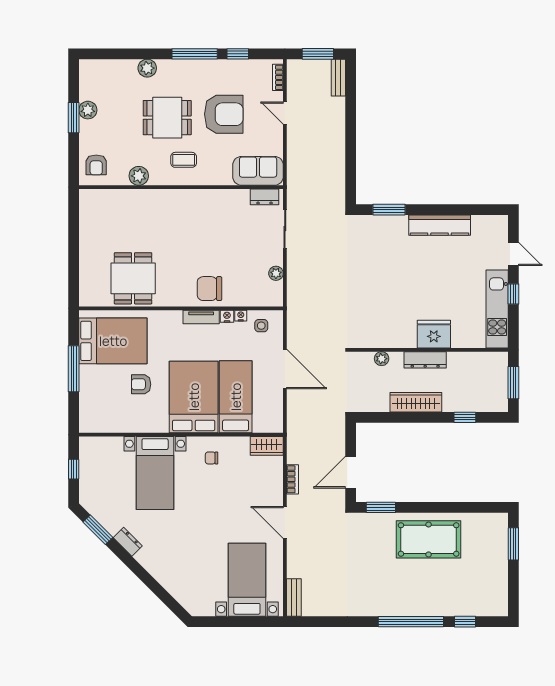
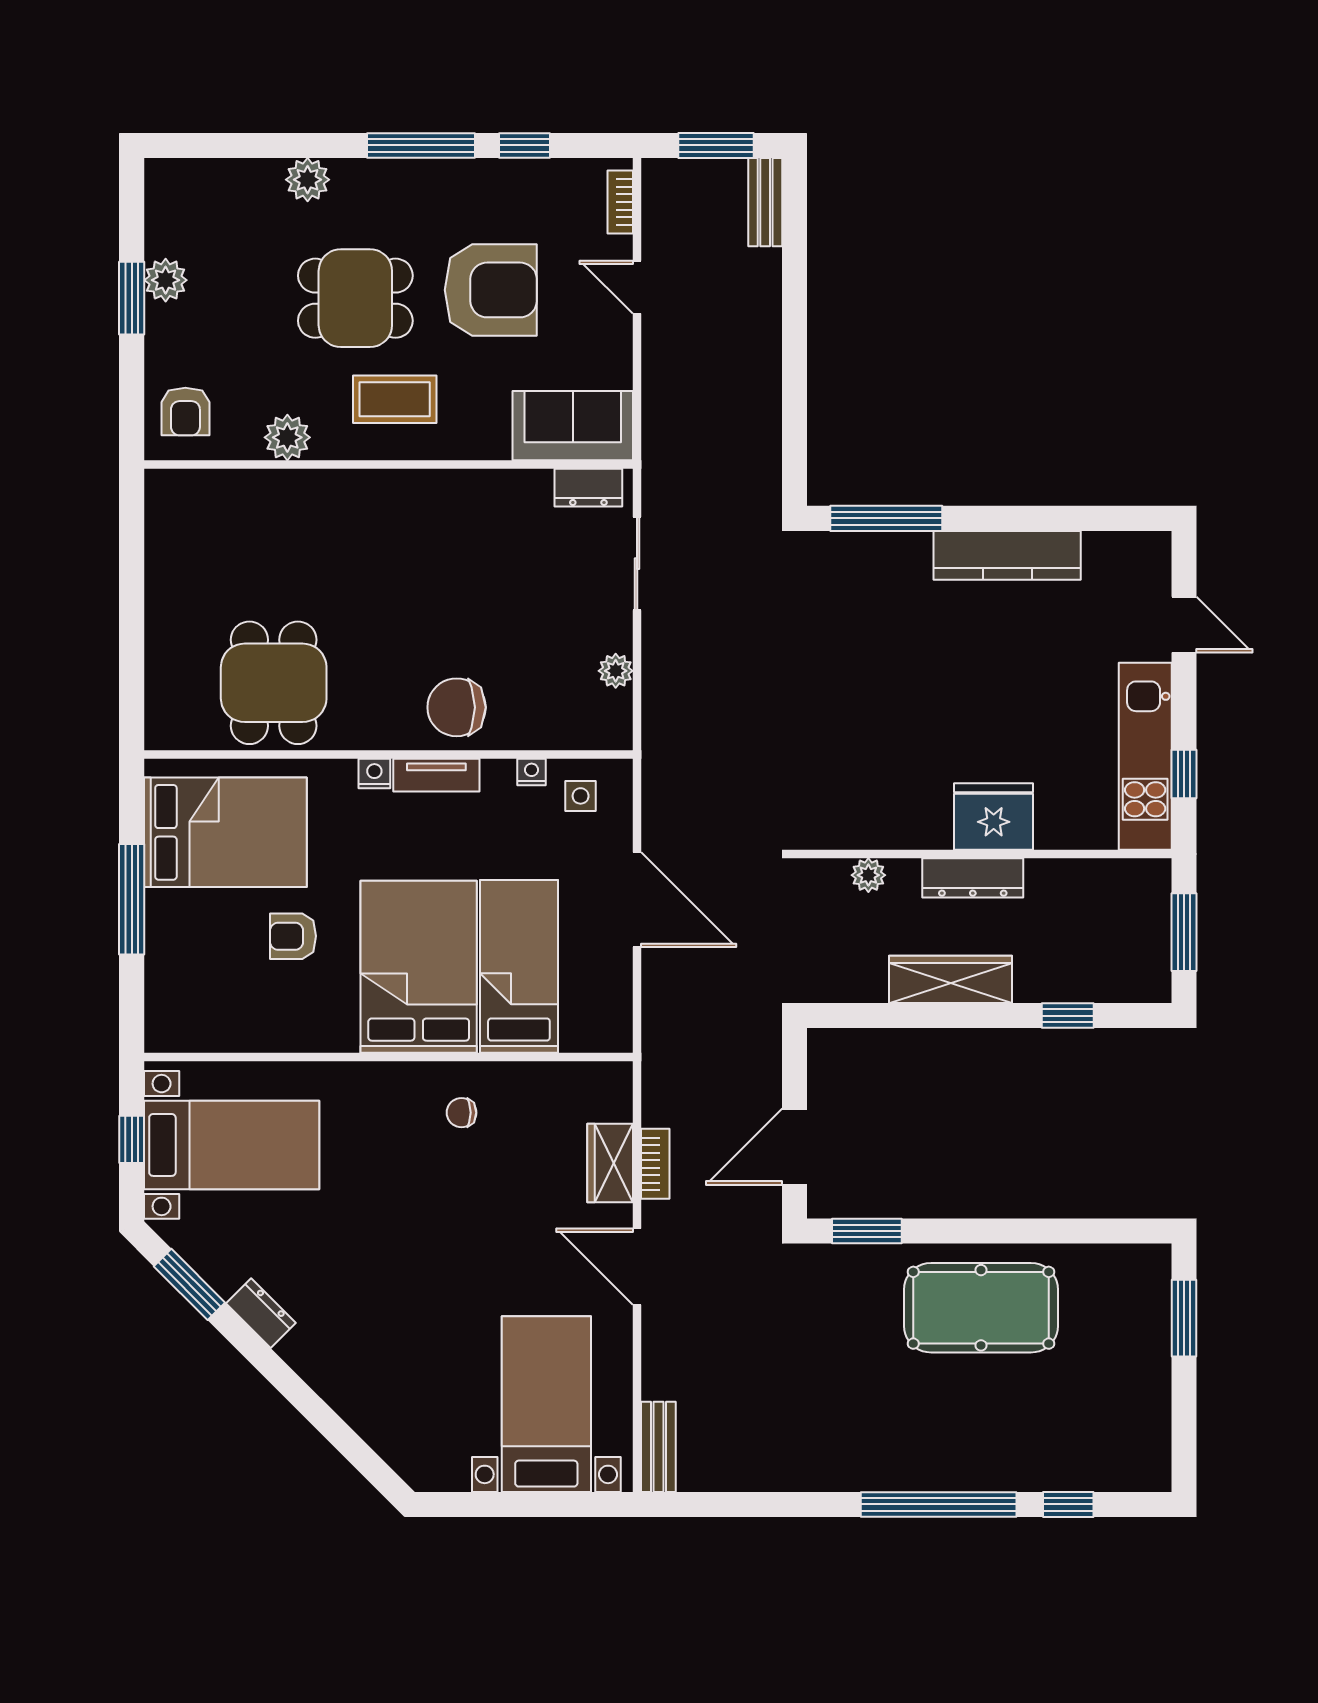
coffee table: (184, 160) -> (395, 399), width x1.36, depth x1.30
window: (389, 210) -> (886, 518), width x1.44
window: (513, 294) -> (1184, 774), moved
nightstand: (227, 316) -> (374, 773), moved
wardrobe: (267, 446) -> (610, 1163), moved, turned 90
bed with nightstands: (155, 473) -> (232, 1145), moved, turned -90

